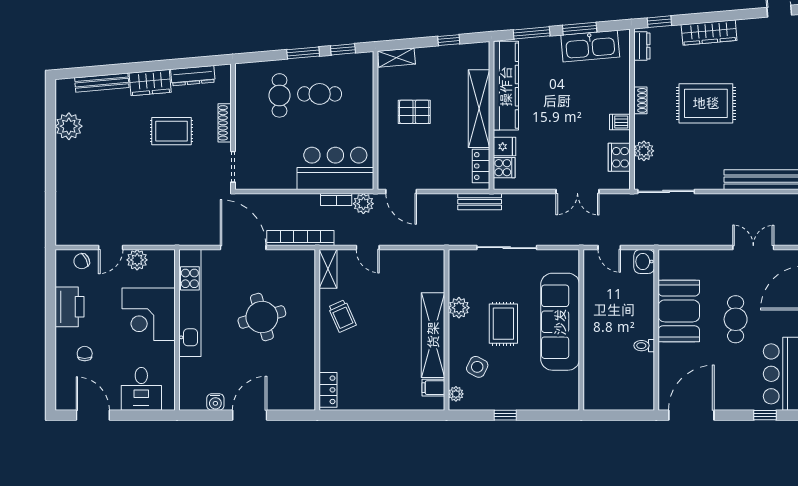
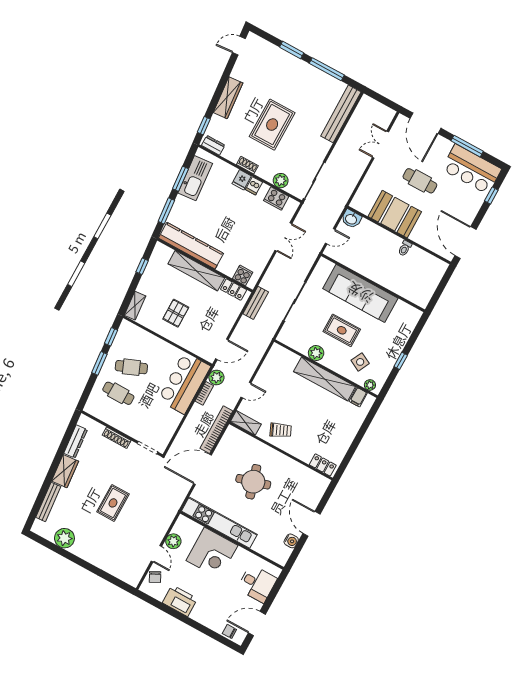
cafe table: (320, 94) -> (131, 367), turned 68
rug: (172, 131) -> (113, 503), moved
fridge: (504, 147) -> (242, 180), moved, turned 180
chair: (85, 354) -> (229, 631), moved

